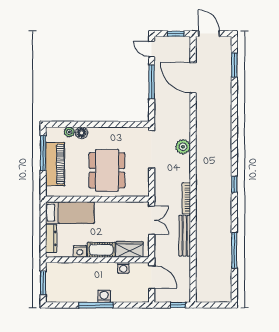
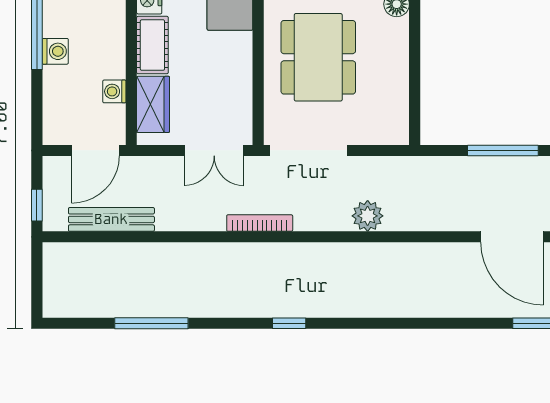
door: (193, 78) -> (512, 237), swing flipped
doorway: (152, 149) -> (308, 150), moved
dining table: (107, 170) -> (318, 57), turned 90
bench: (185, 236) -> (111, 219), moved

